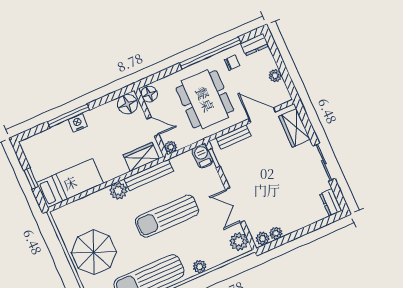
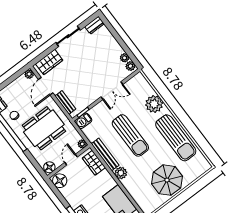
plant: (275, 76) -> (29, 74), moved
plant: (239, 241) -> (136, 82), removed
plant: (200, 267) -> (154, 104), width x1.88, depth x1.88

